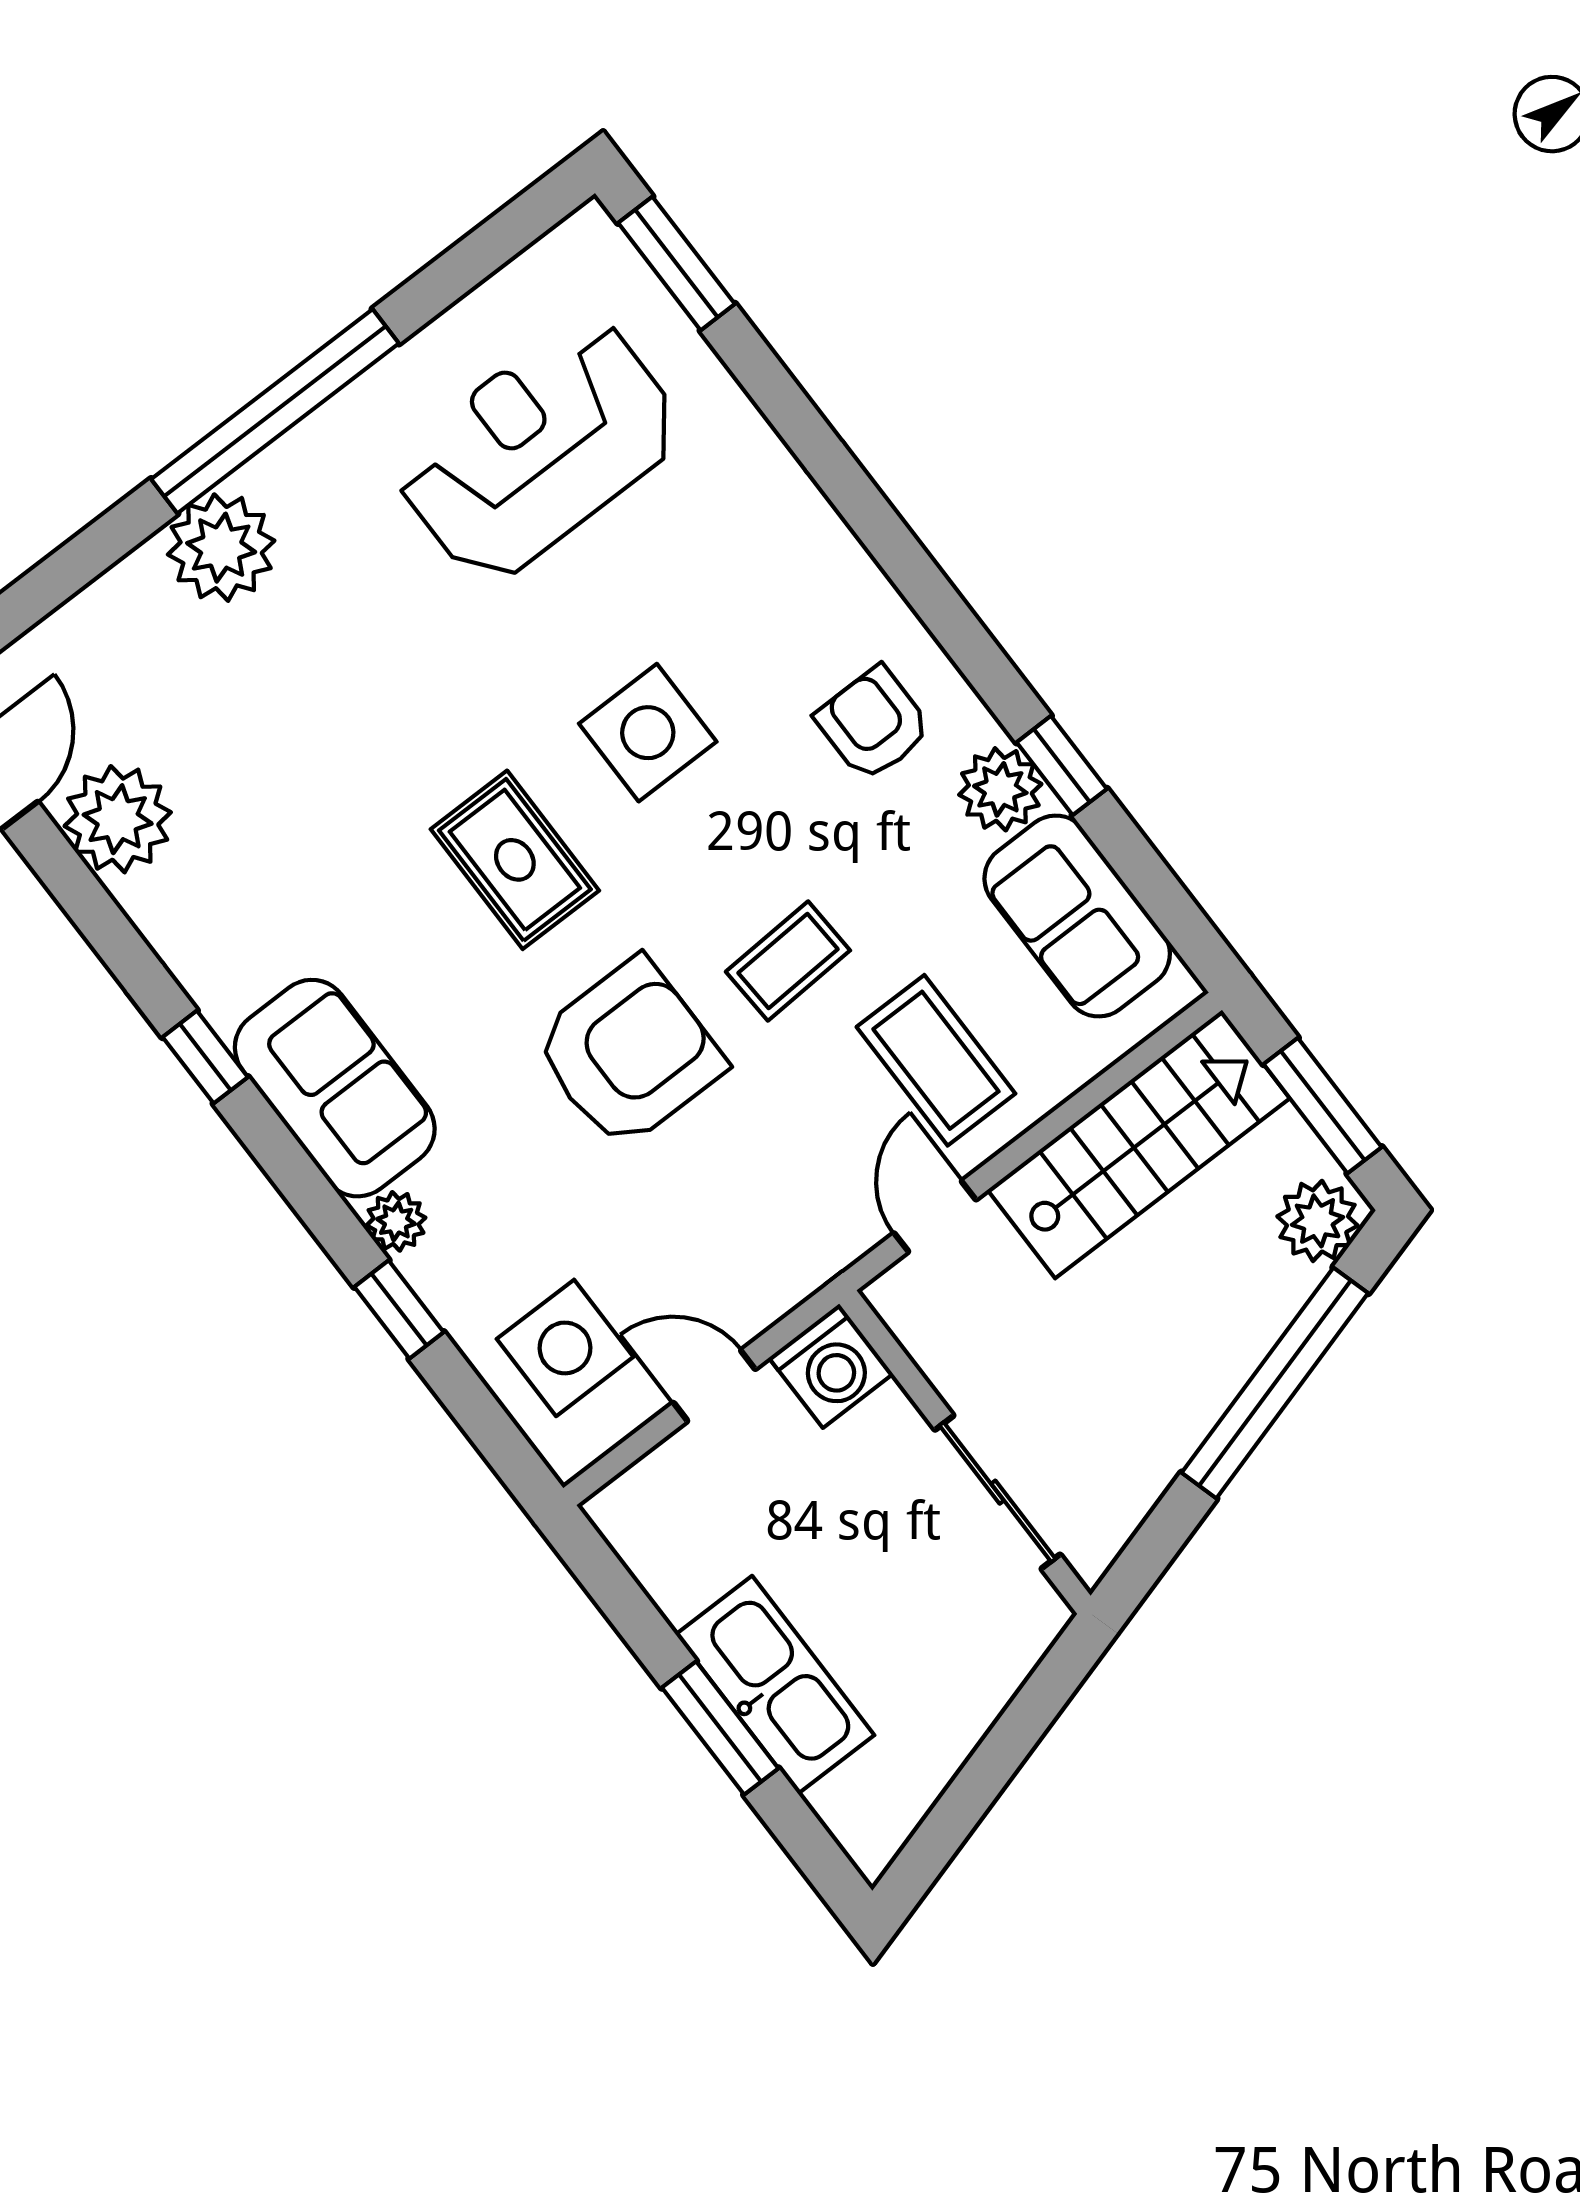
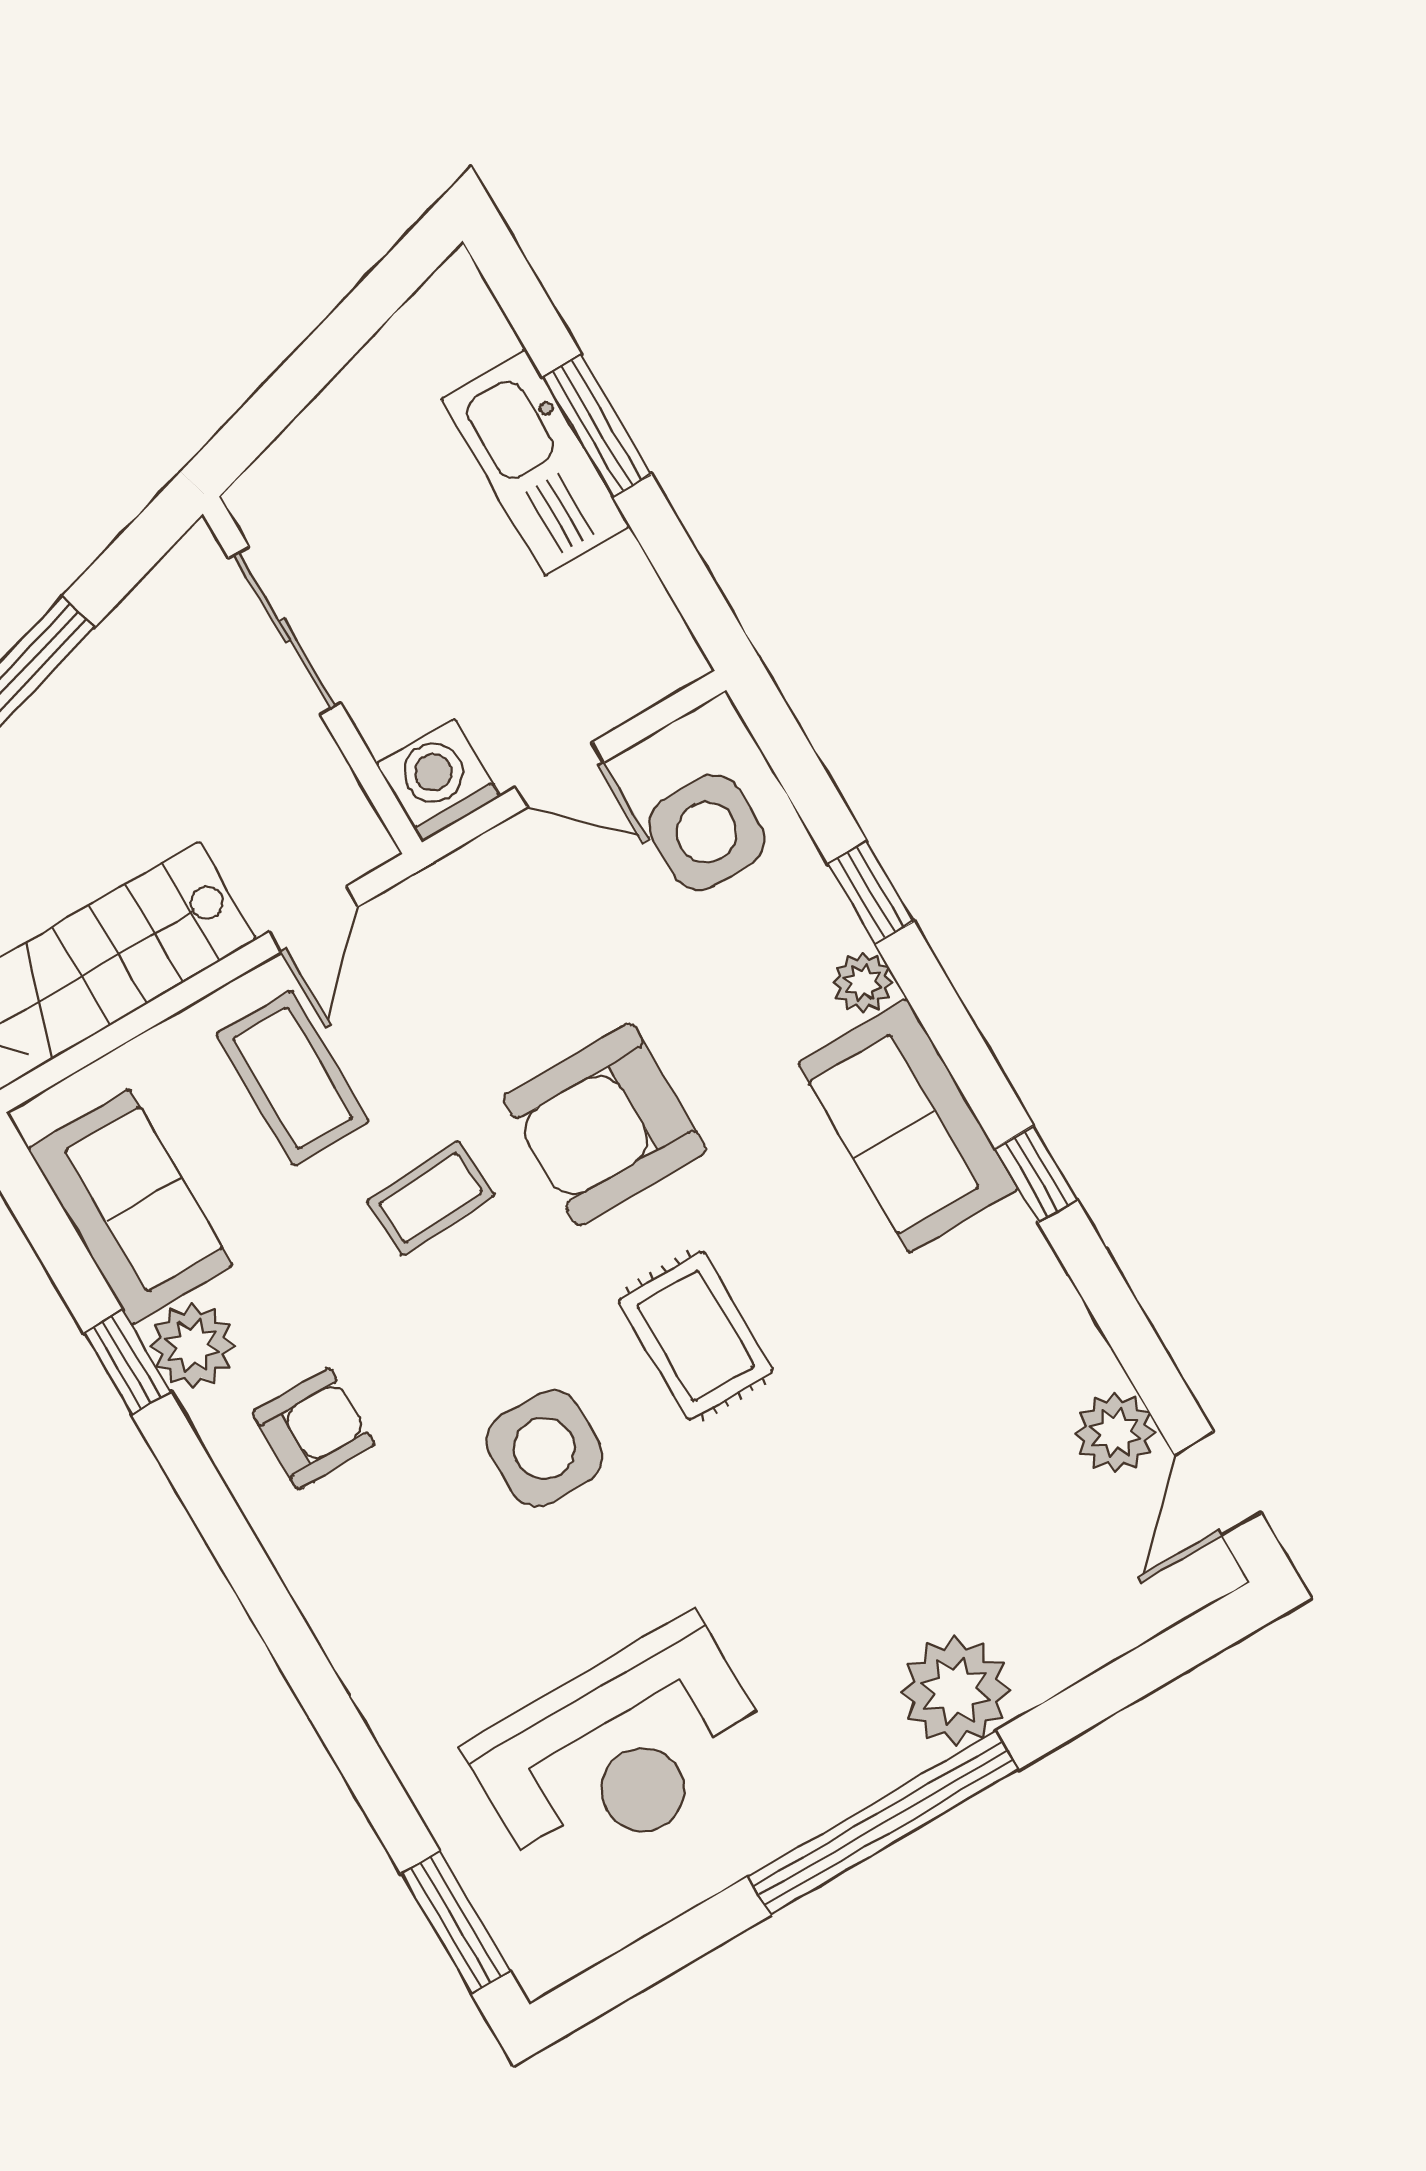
armchair: (873, 724) -> (313, 1429), turned -90
plant: (118, 819) -> (1115, 1433), width x0.73, depth x0.73

